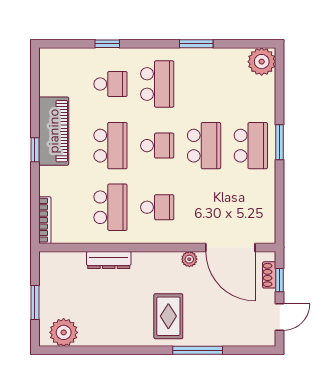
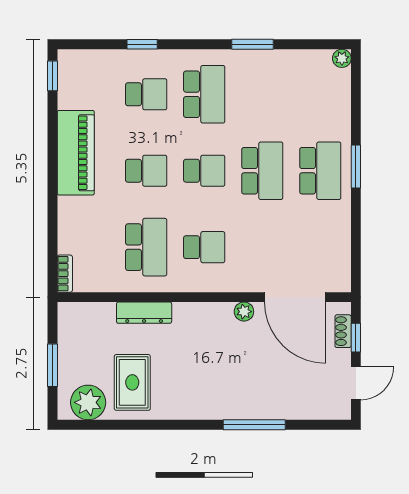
plant: (262, 62) -> (342, 58), width x0.53, depth x0.53
school desk: (110, 146) -> (146, 171), width x0.54
window: (35, 150) -> (53, 76), moved
bookcase: (45, 220) -> (65, 274), width x0.64
rug: (168, 316) -> (132, 382), moved

